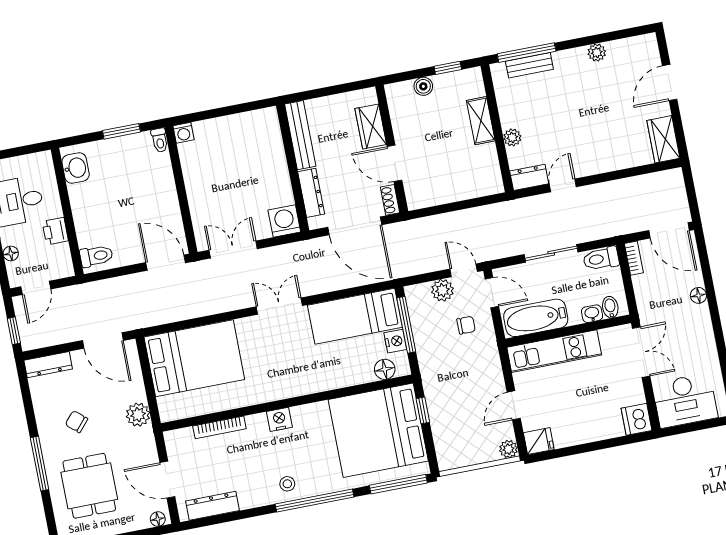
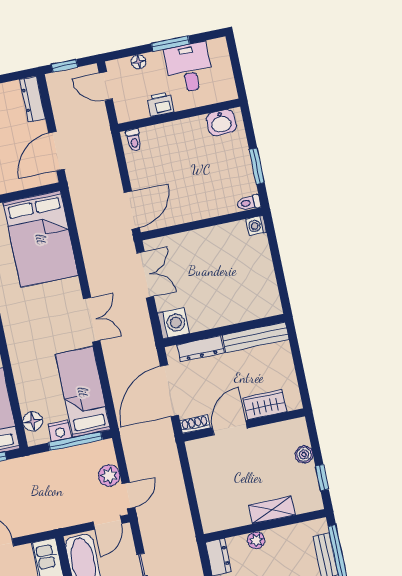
toilet: (96, 256) -> (134, 140), width x0.73, depth x0.72
chair: (466, 325) -> (76, 499), removed

